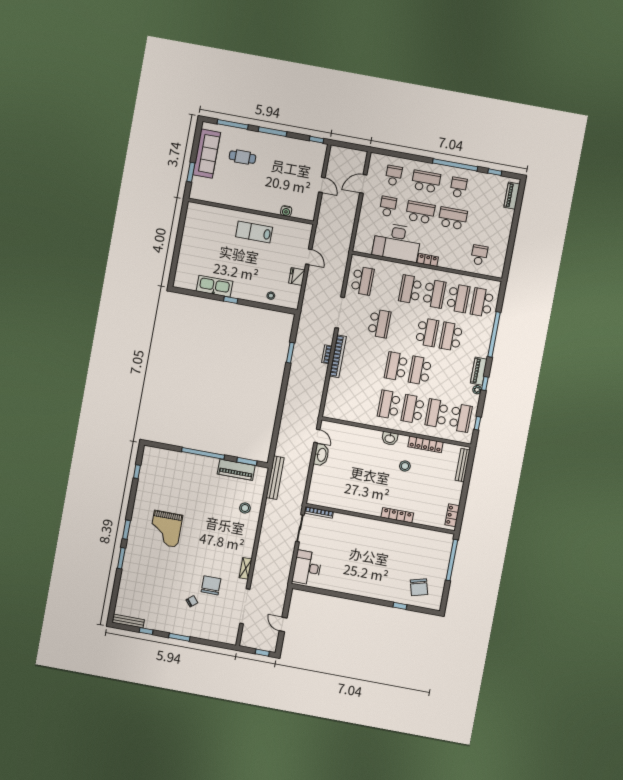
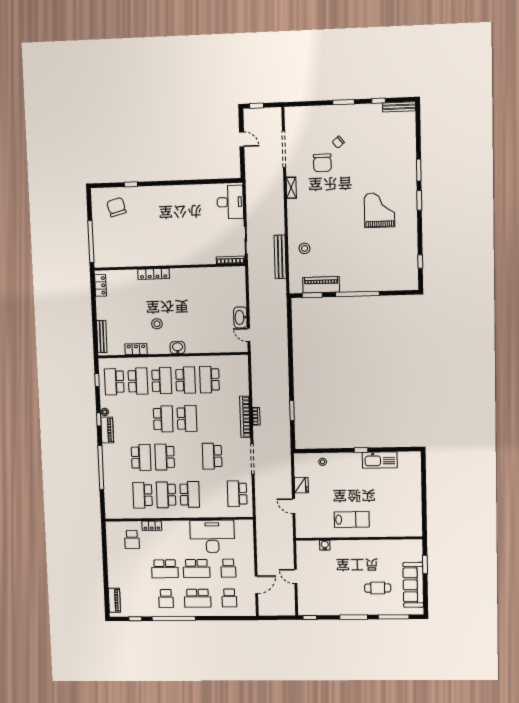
locker: (428, 260) -> (152, 526), moved
school desk: (482, 302) -> (209, 380), moved, turned 180
locker: (426, 444) -> (136, 349), width x0.66
bench: (275, 478) -> (280, 257), moved

